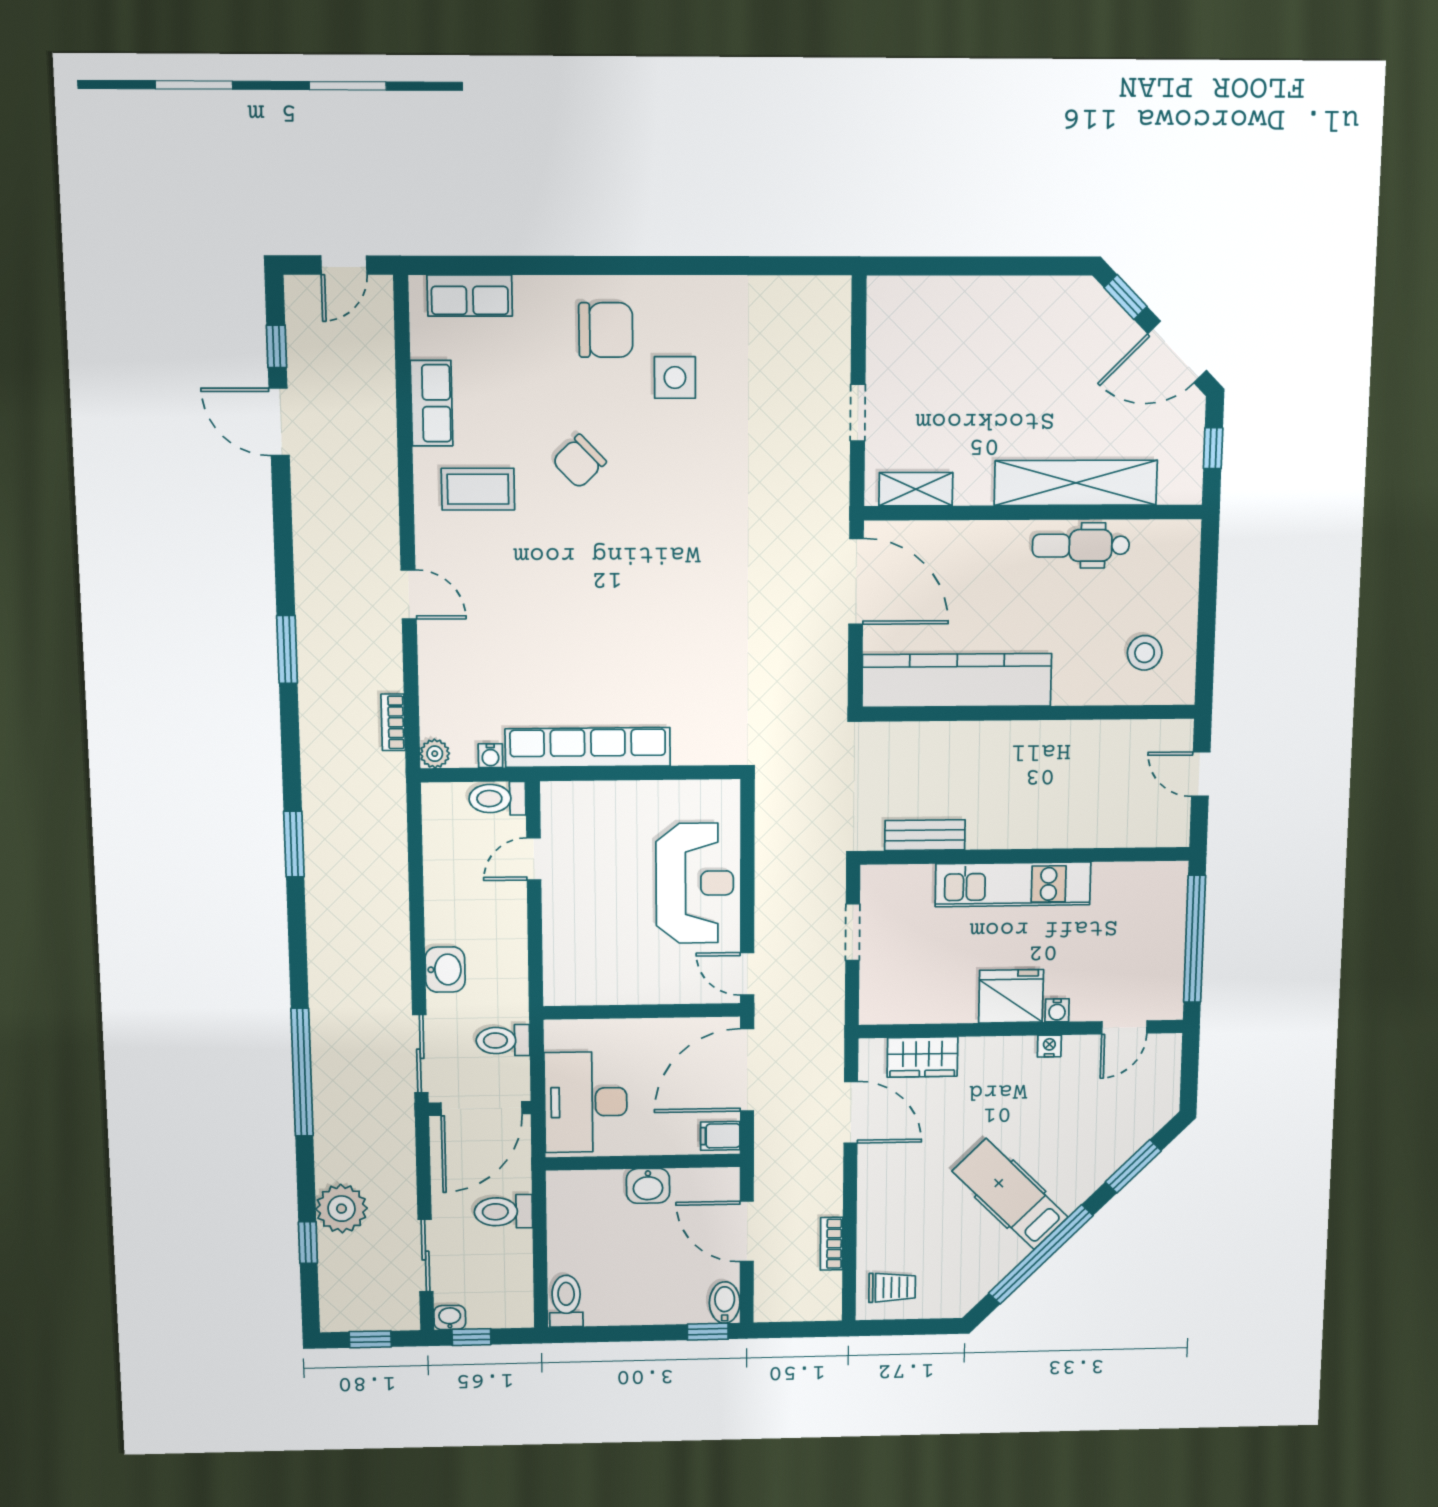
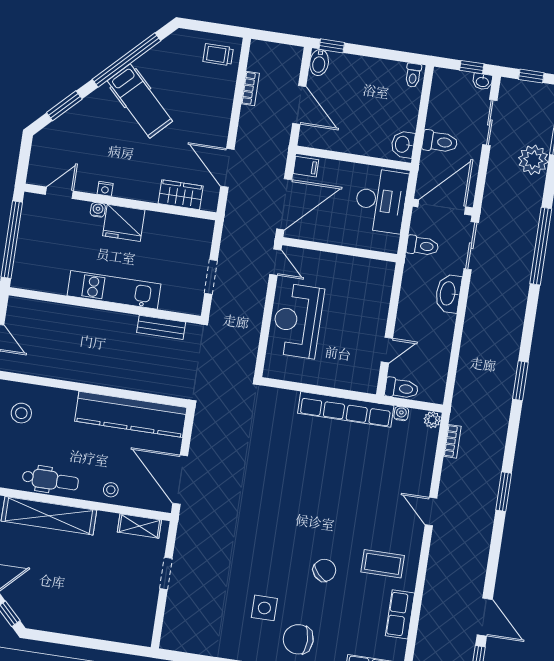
stool: (974, 545) -> (111, 490), added
washbasin: (445, 970) -> (448, 293), width x1.38
washbasin: (648, 1186) -> (403, 144), moved, turned -90
toilet: (566, 1301) -> (413, 75), width x0.73, depth x0.72

